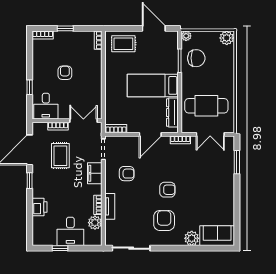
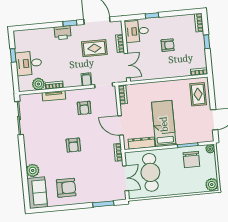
double door: (210, 134) -> (126, 178), swing flipped
filing cabinet: (95, 173) -> (86, 79), width x0.50
printer: (40, 207) -> (63, 33), moved
armchair: (164, 220) -> (66, 188), moved

